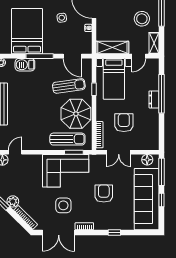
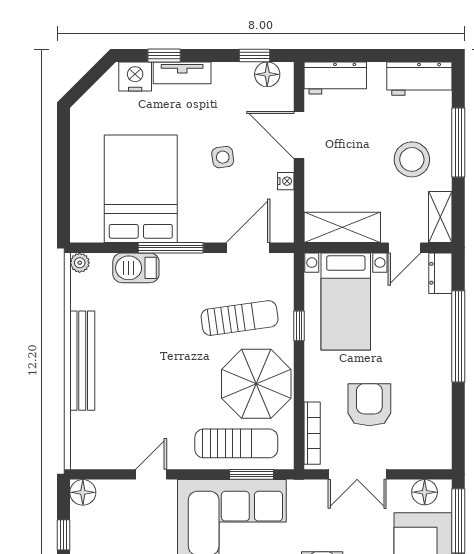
door: (72, 56) -> (248, 248), swing flipped
dresser: (154, 99) -> (440, 273), moved
door: (15, 152) -> (151, 474), moved

